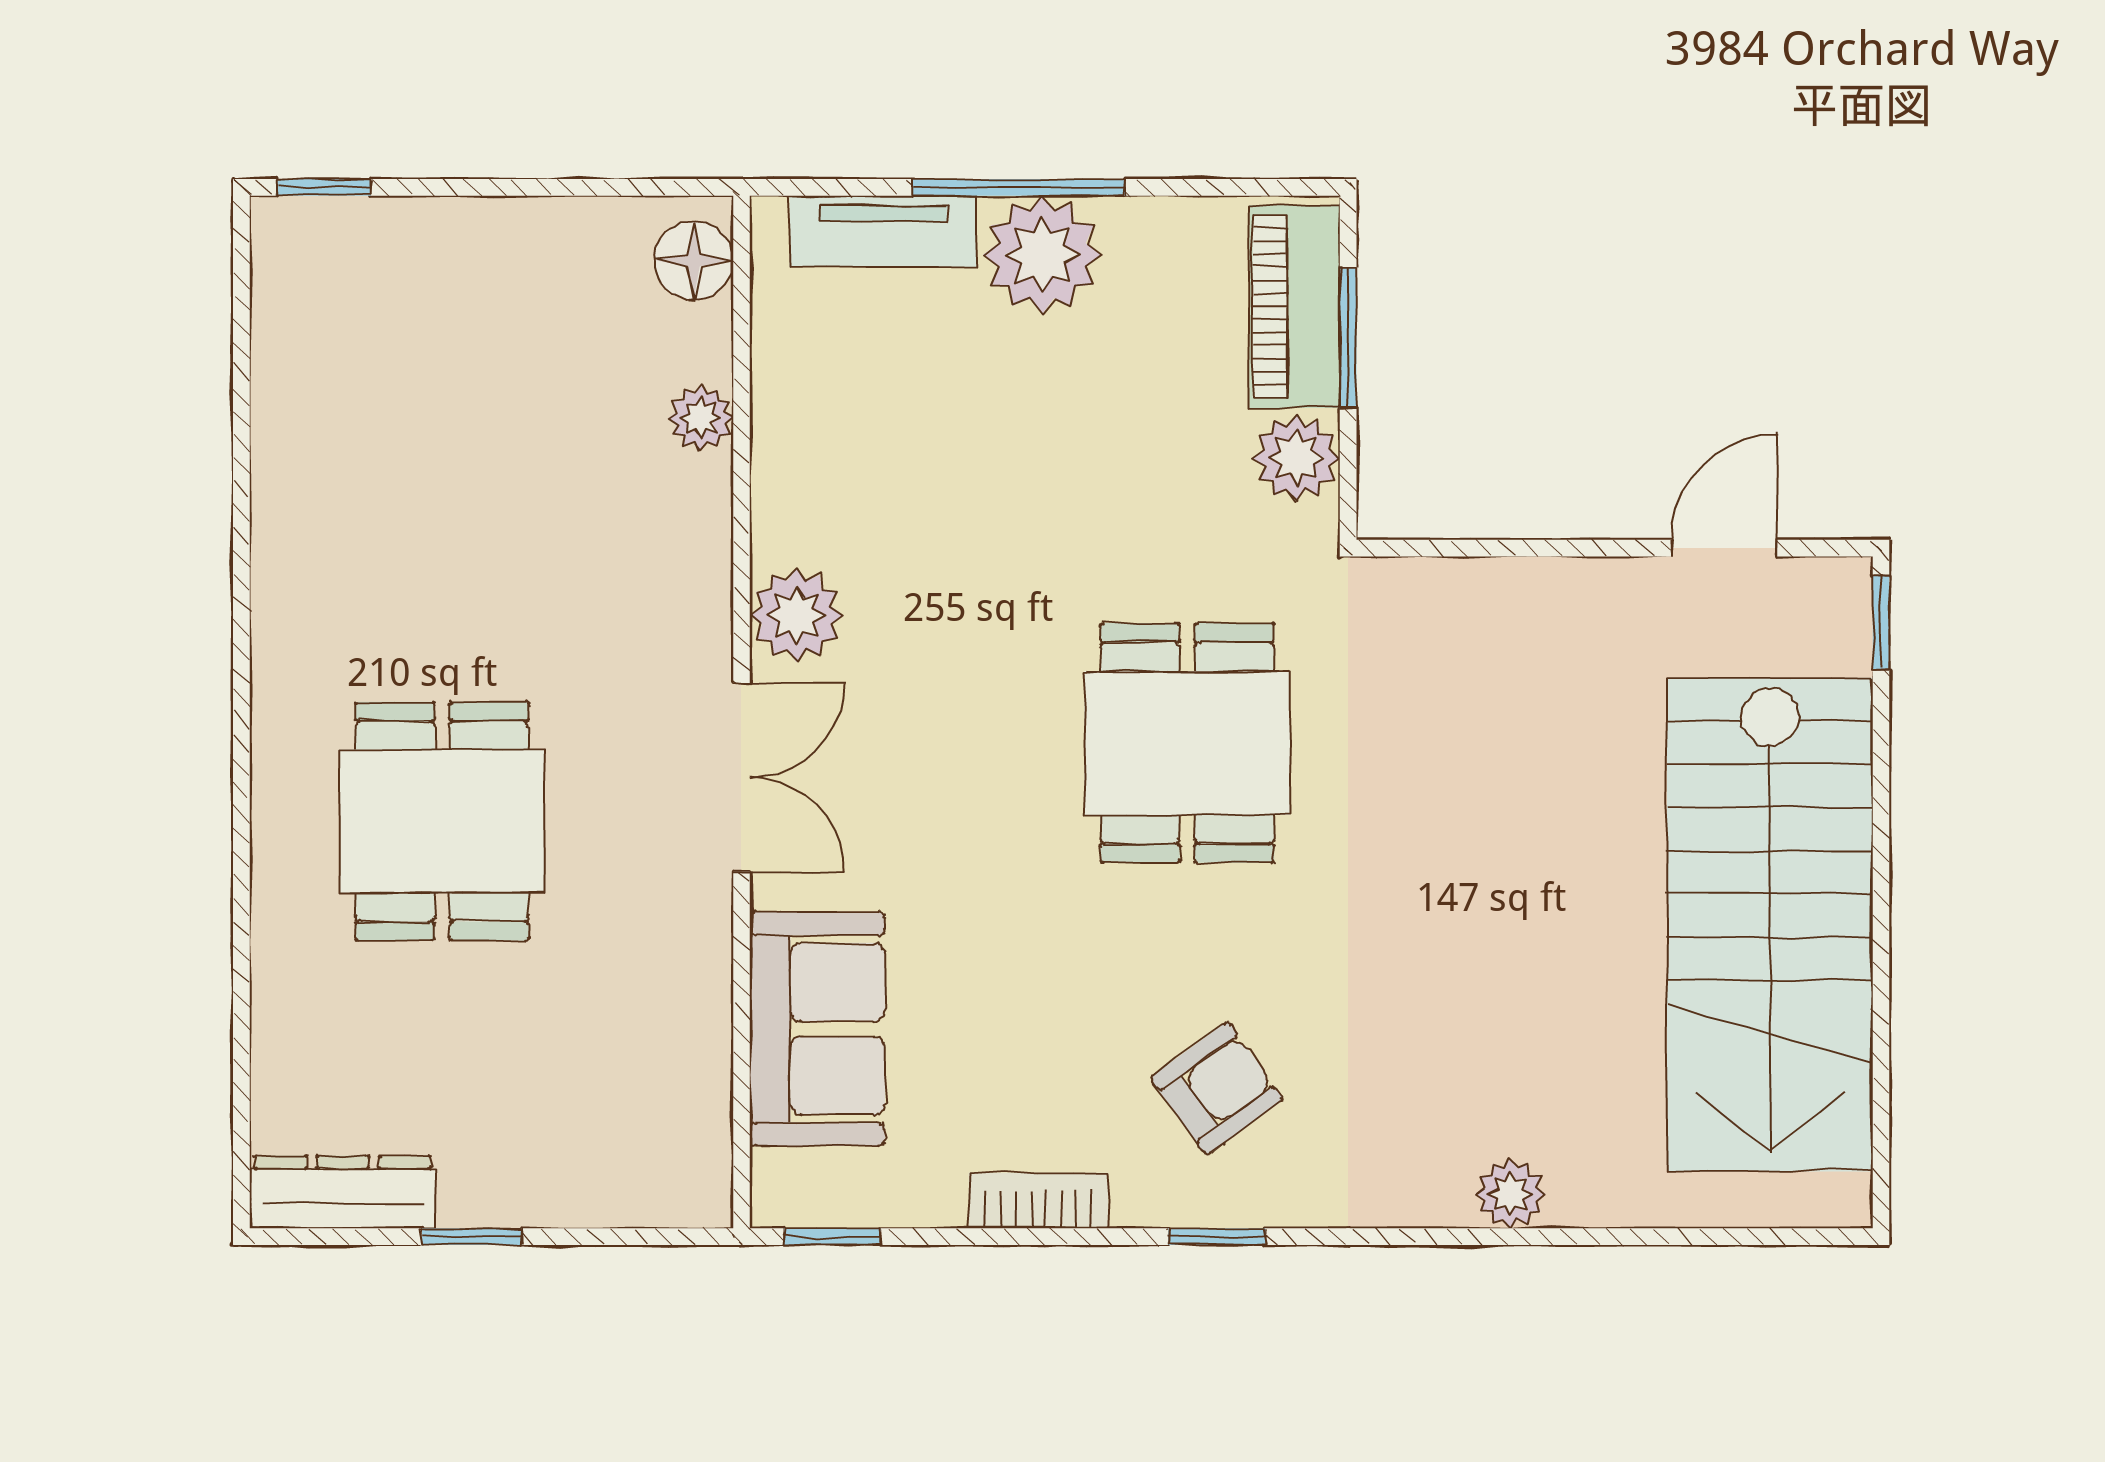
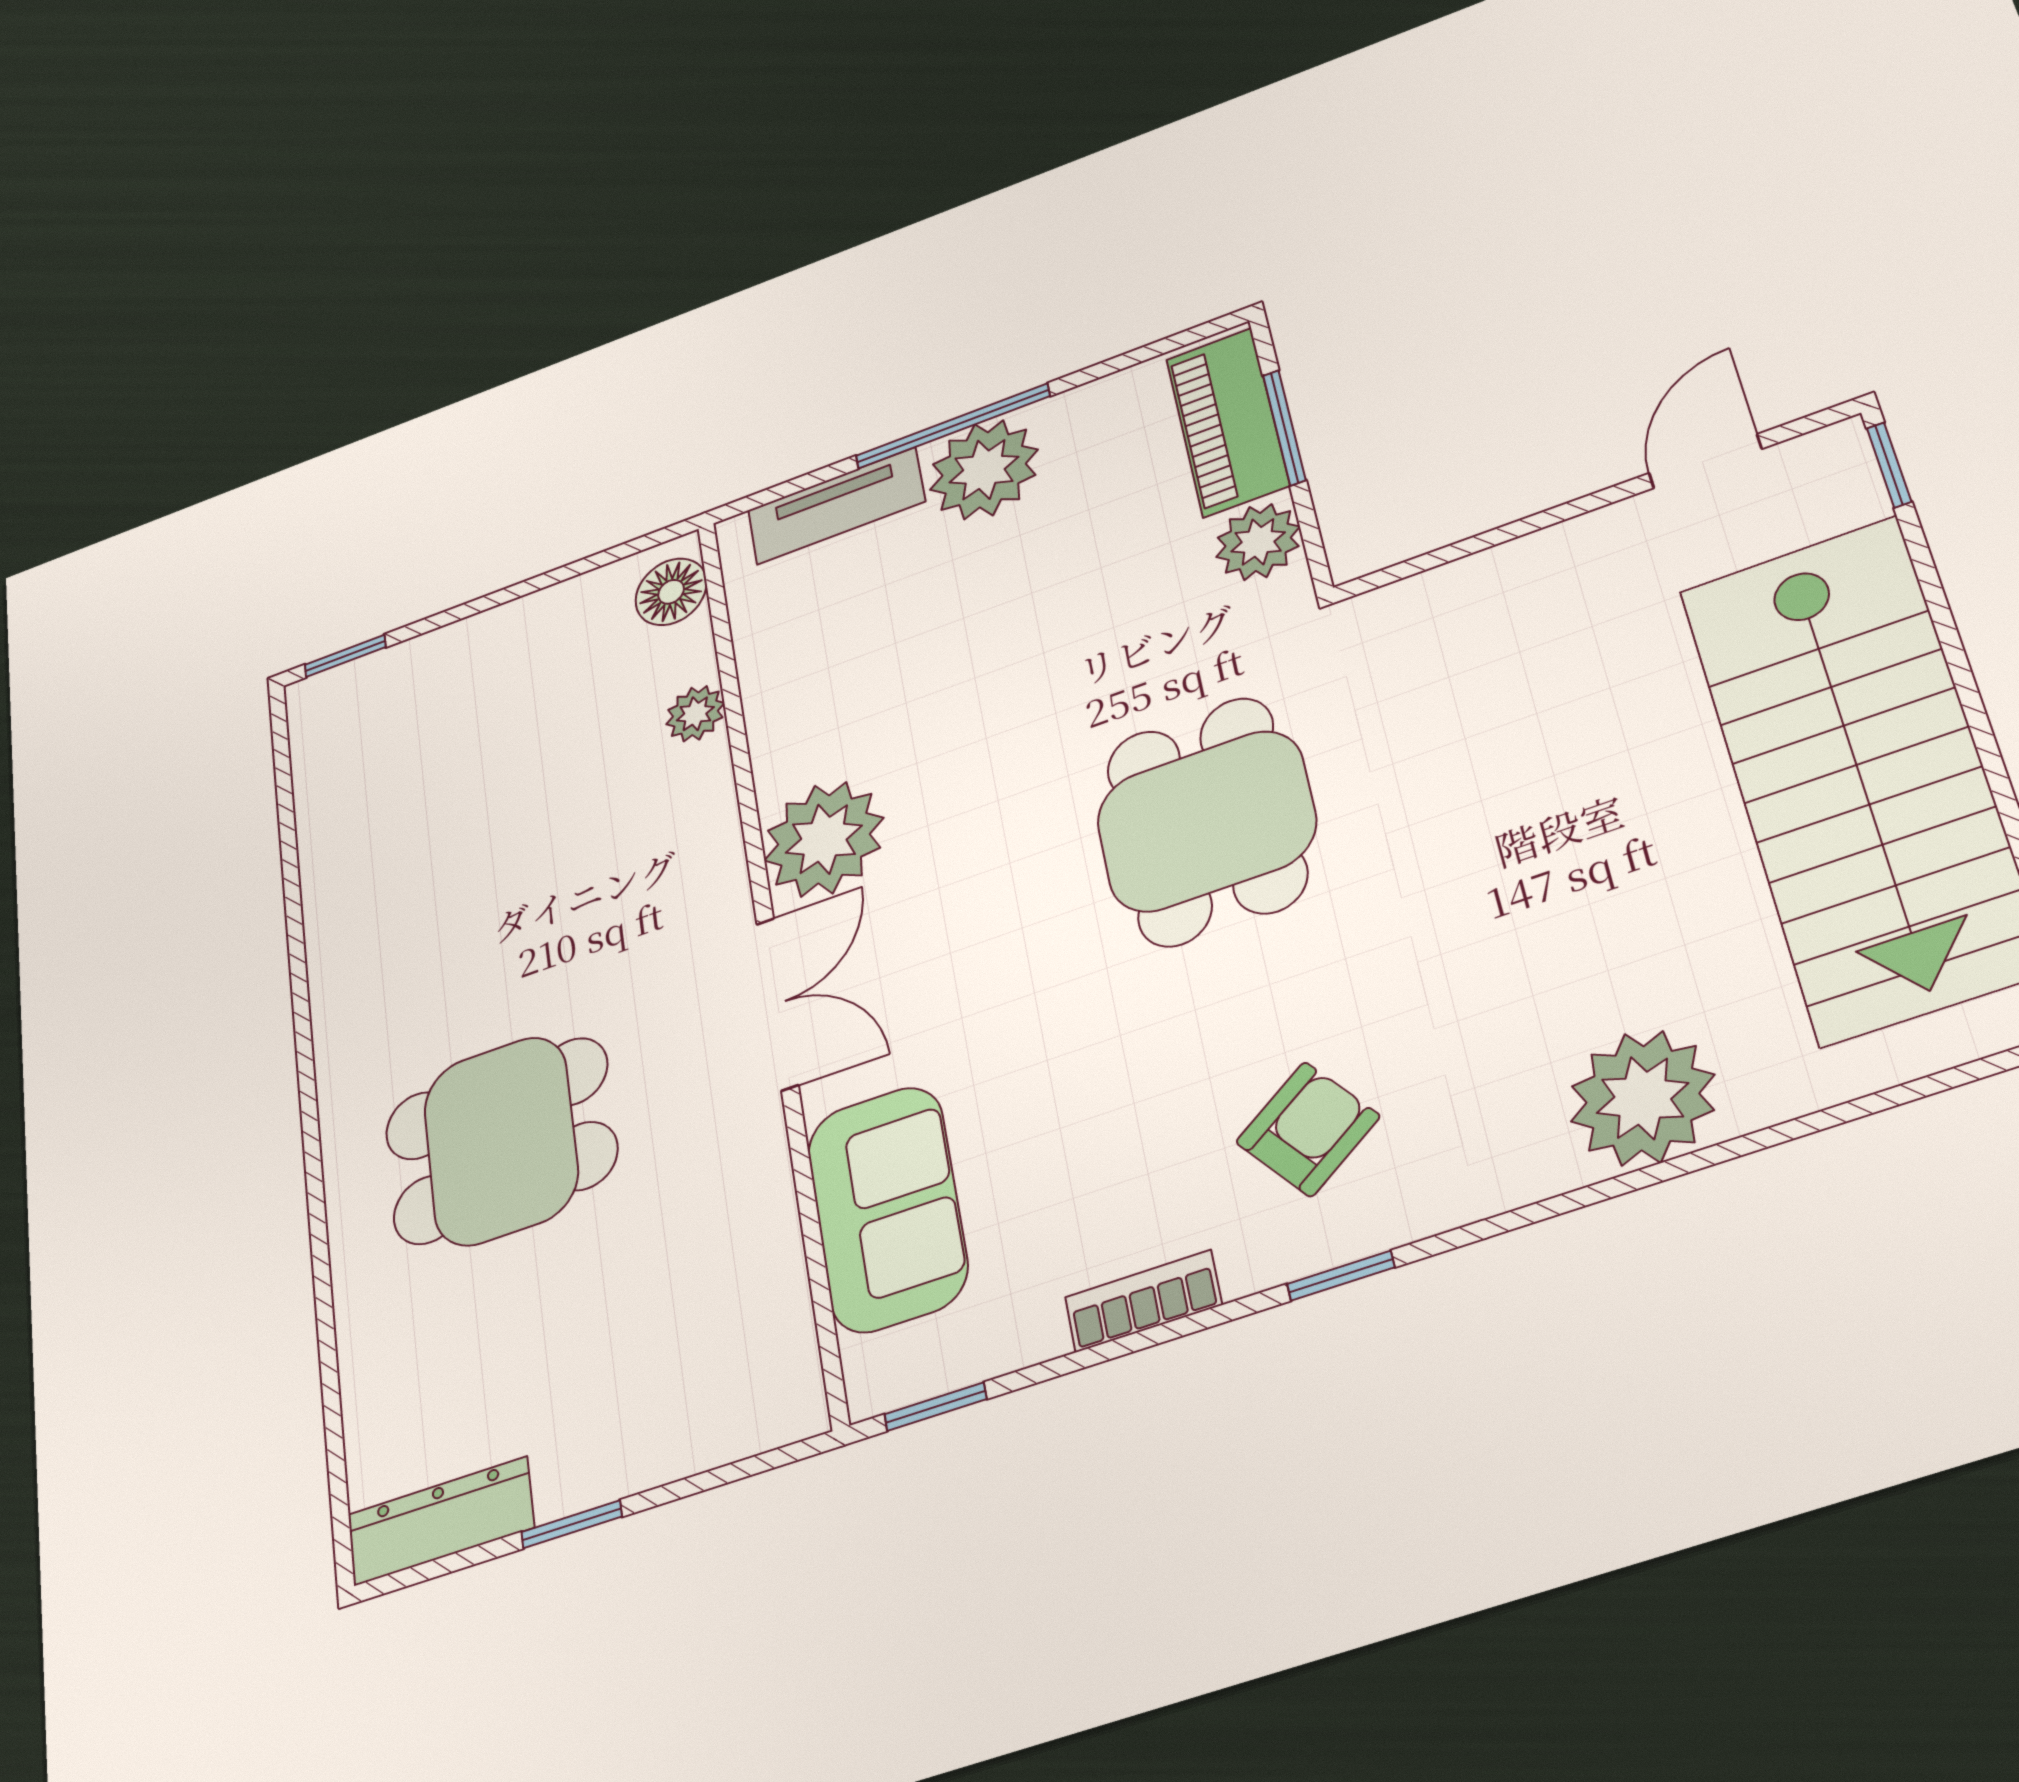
plant: (796, 615) -> (824, 839), width x1.36, depth x1.36
dining table: (442, 821) -> (501, 1141), turned 90
plant: (1510, 1194) -> (1643, 1098), width x1.87, depth x1.87

